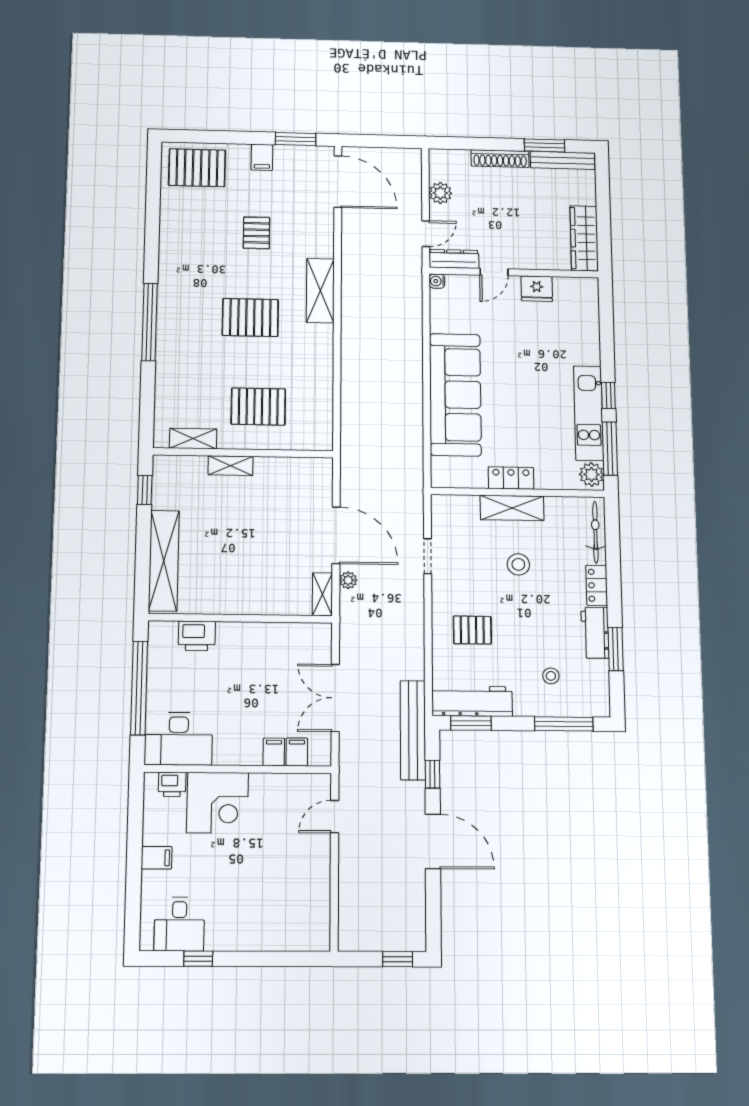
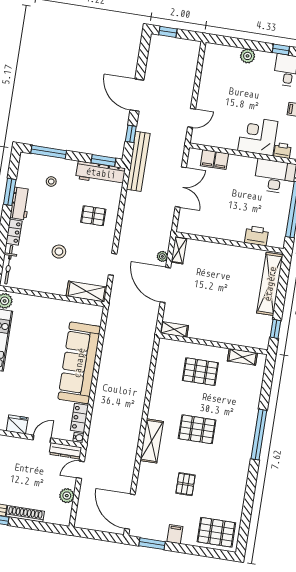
shelving: (231, 466) -> (174, 329), moved
locker: (511, 478) -> (79, 418), moved, turned 90
shelving: (512, 508) -> (87, 292), moved
plant: (254, 938) -> (248, 56), added

